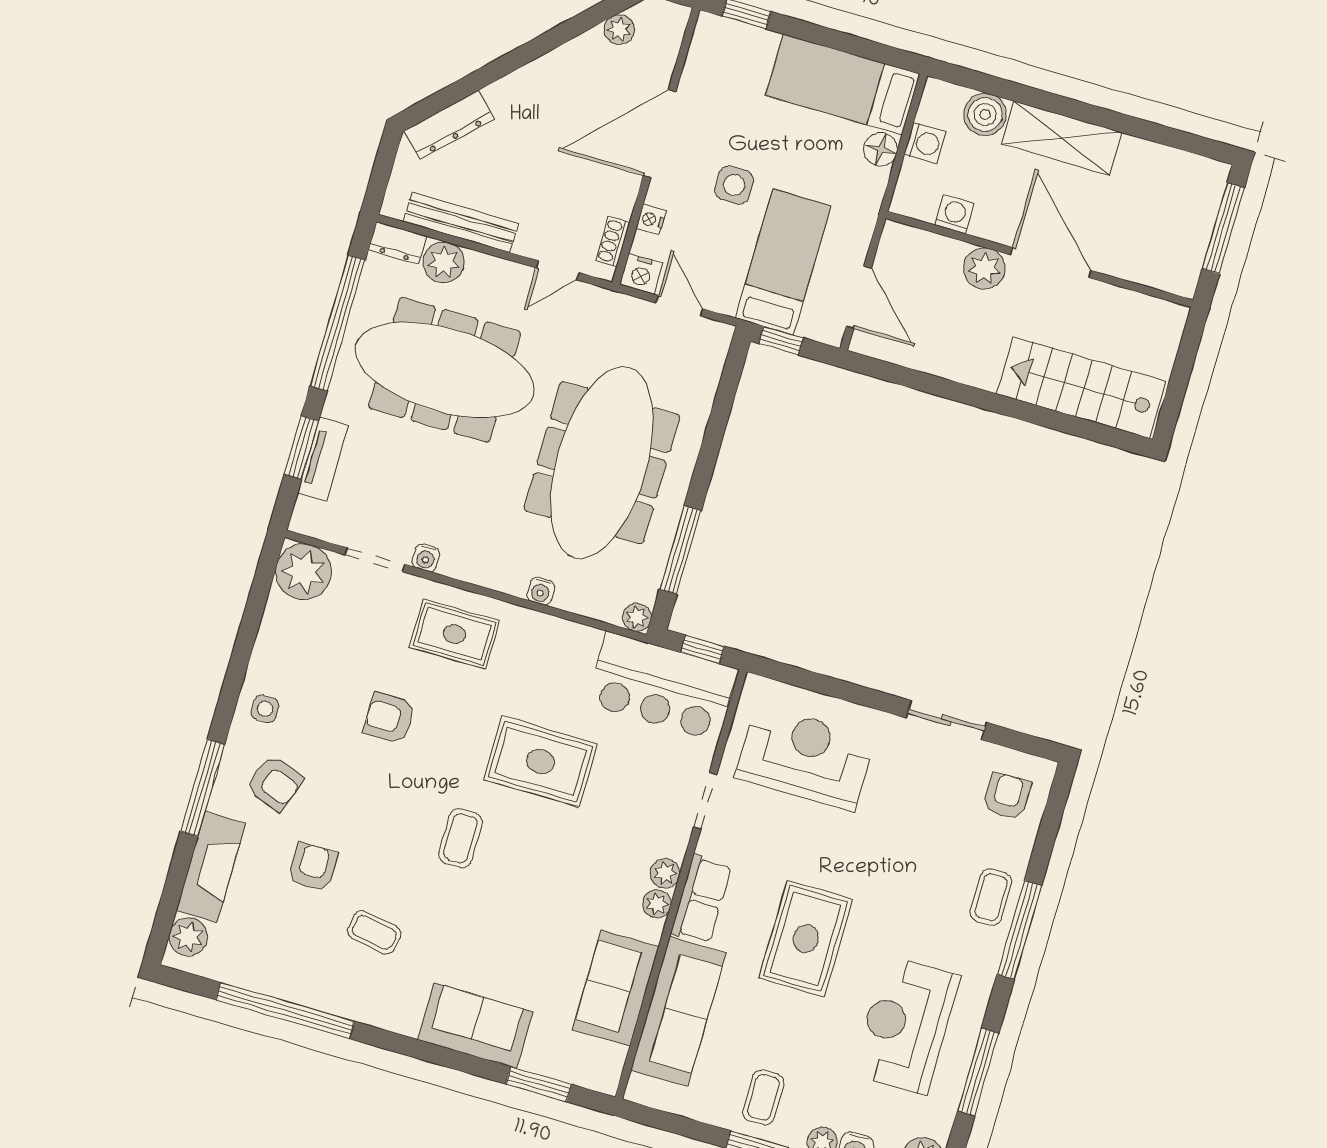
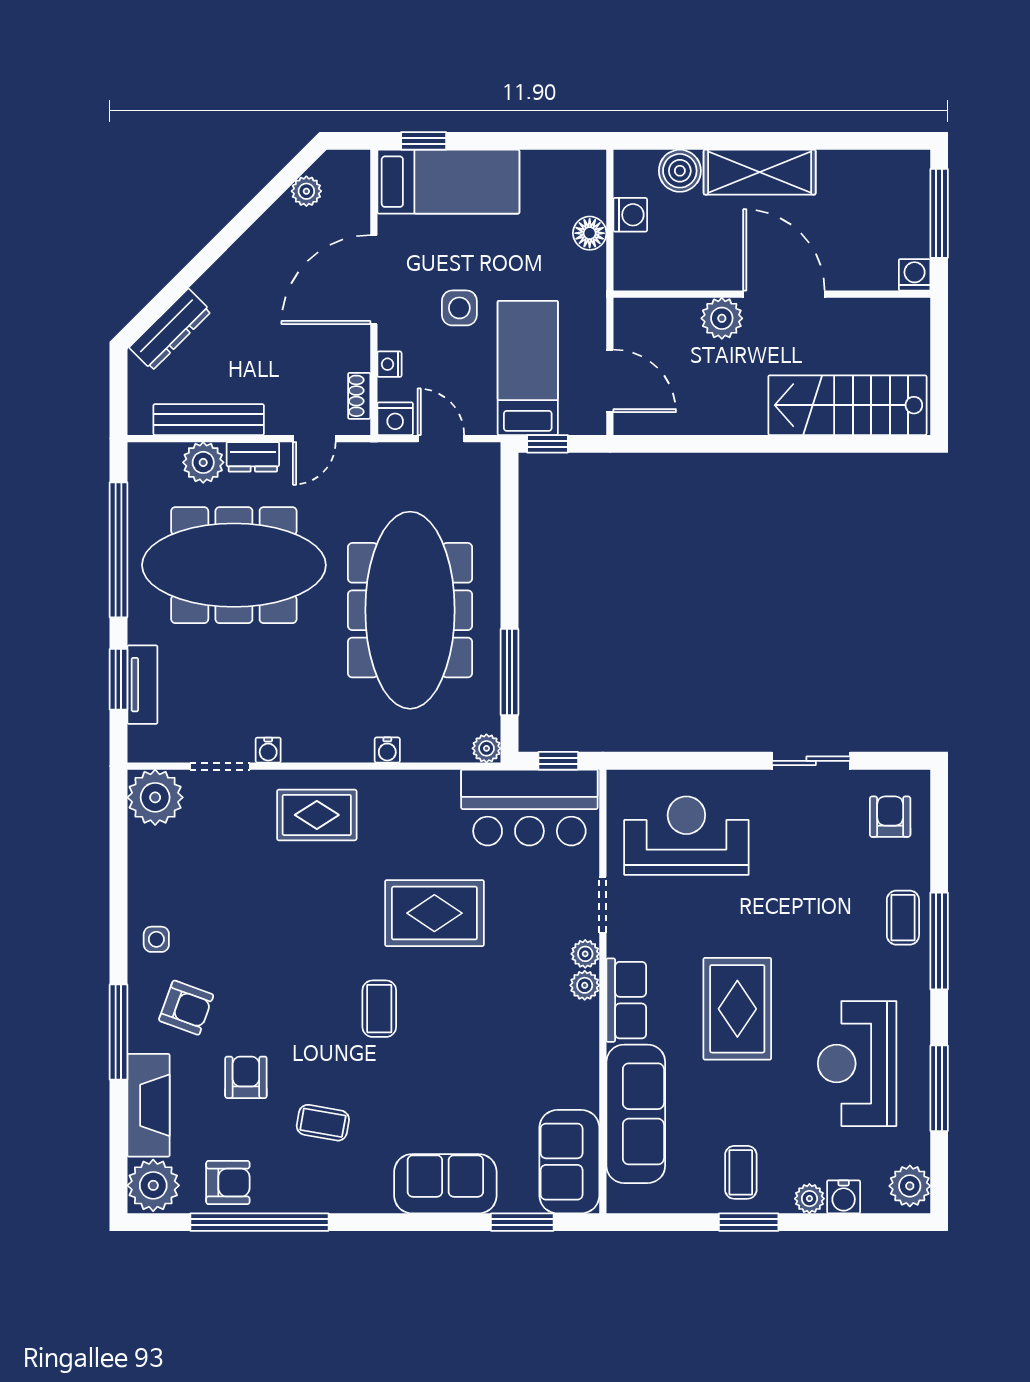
bed: (843, 84) -> (448, 182), moved, turned 180
washing machine: (954, 214) -> (915, 275), moved
dresser: (398, 243) -> (253, 457), moved
armchair: (389, 718) -> (228, 1183), moved, turned 180
plant: (657, 904) -> (585, 954), moved
plant: (188, 937) -> (153, 1185), width x1.36, depth x1.36
sofa: (616, 988) -> (569, 1162), moved

